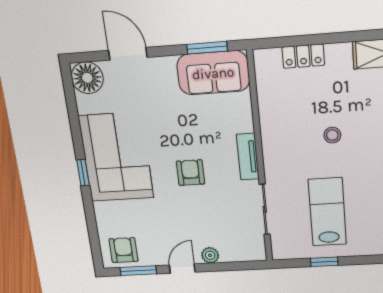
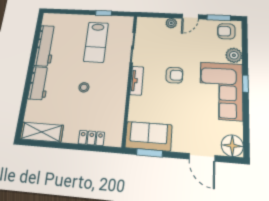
armchair: (191, 173) -> (174, 75), turned -90
plant: (106, 214) -> (234, 55), added
armchair: (123, 250) -> (226, 31), turned 90

